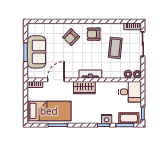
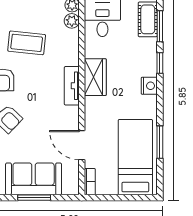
wardrobe: (84, 88) -> (95, 77), moved
nightstand: (107, 119) -> (149, 86), moved

